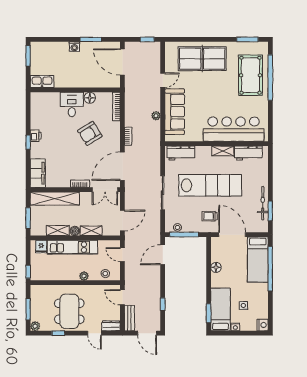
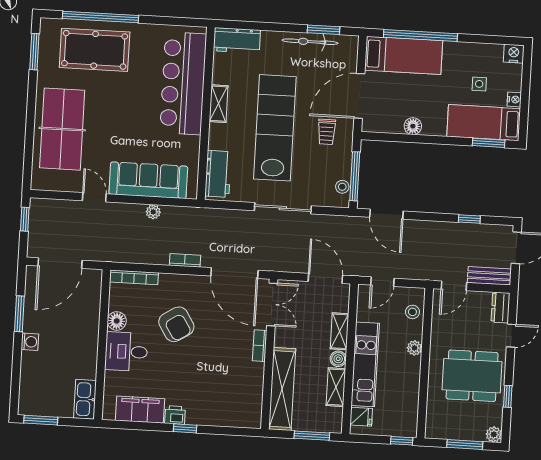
workbench: (248, 153) -> (237, 40), moved, turned 90
filing cabinet: (38, 173) -> (140, 410), moved

